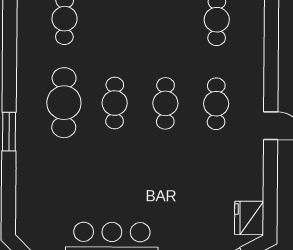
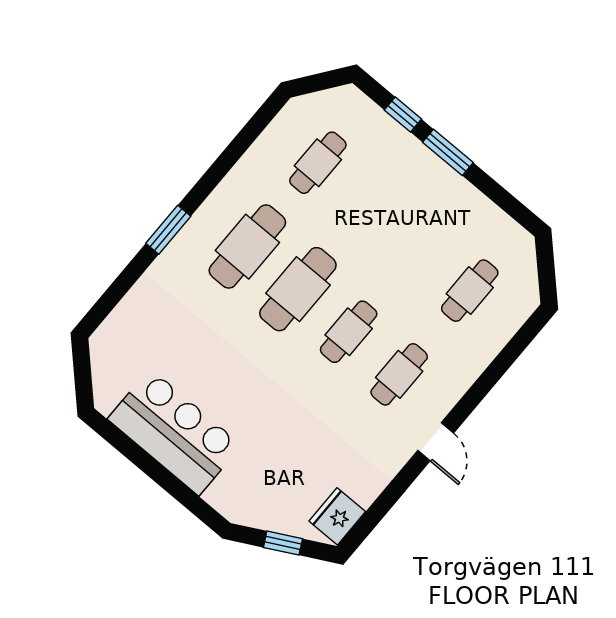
cafe table: (115, 103) -> (298, 289), width x1.37, depth x1.35

